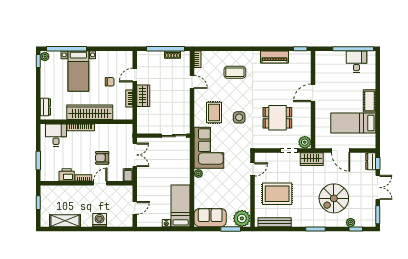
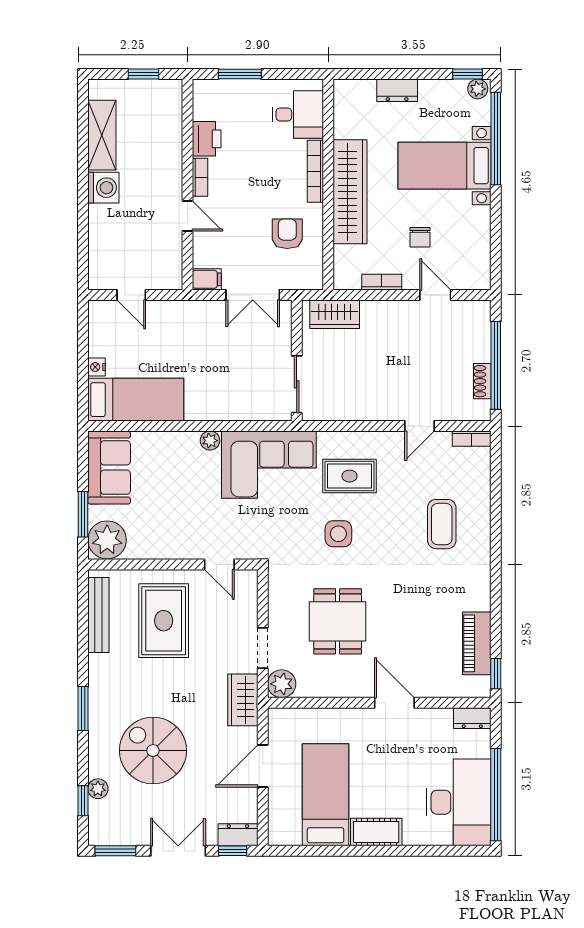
piano: (274, 57) -> (477, 643), moved
dresser: (320, 59) -> (472, 718), added
desk: (356, 62) -> (458, 802), width x1.87, depth x1.30
wardrobe: (143, 96) -> (335, 314), moved
dresser: (45, 107) -> (397, 90), moved
armchair: (102, 158) -> (287, 234), moved
double door: (378, 187) -> (178, 851), swing flipped
washing machine: (100, 220) -> (103, 188), moved

